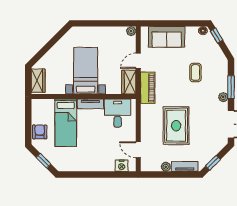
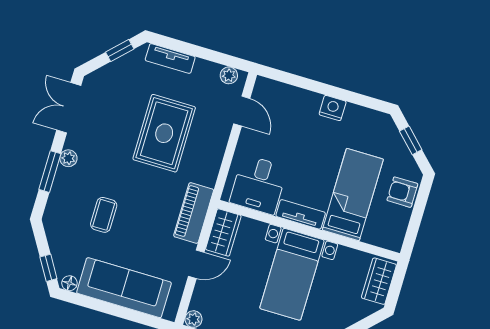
sofa: (167, 37) -> (124, 288), width x1.36
armchair: (40, 132) -> (402, 192), turned 90
nightstand: (122, 166) -> (333, 108), moved
plant: (166, 167) -> (229, 75), moved

